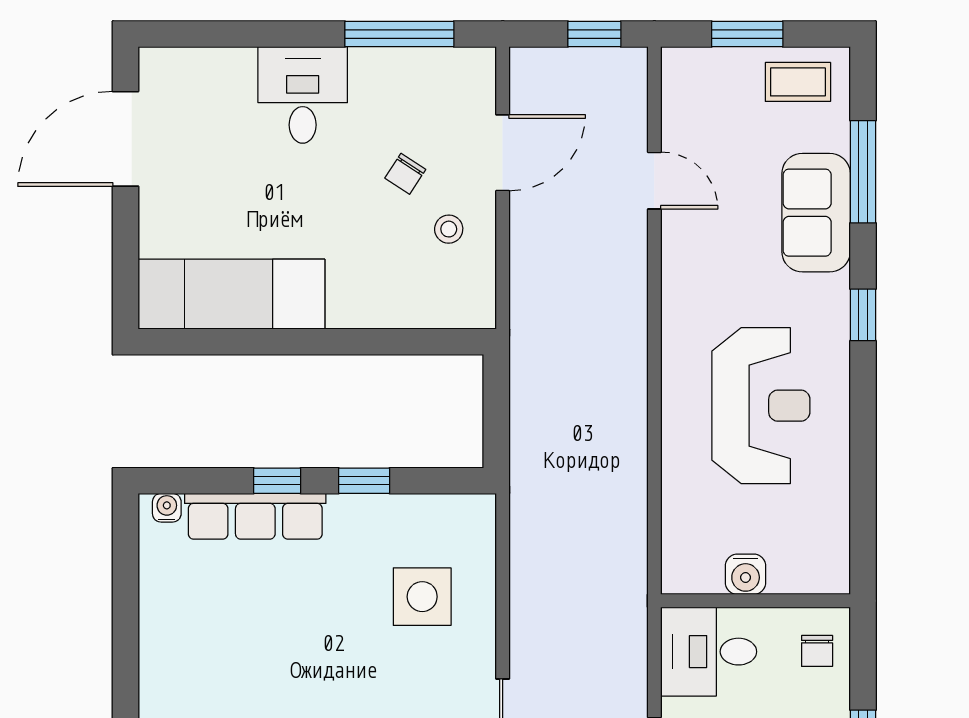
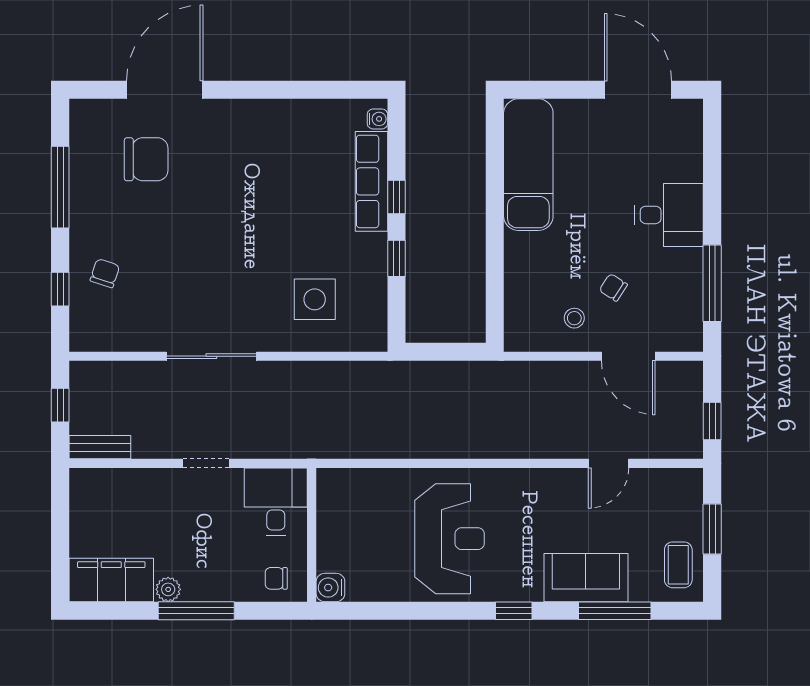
reception desk: (761, 406) -> (450, 539), turned -90
water cooler: (746, 574) -> (330, 588), moved

